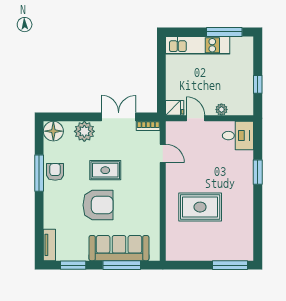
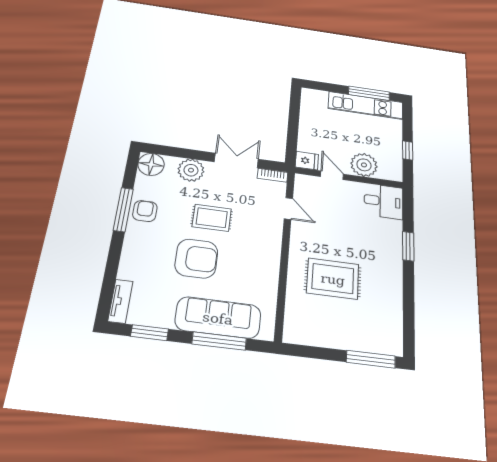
kitchen unit: (198, 45) -> (366, 105), moved
plant: (221, 110) -> (364, 165), width x1.88, depth x1.88

